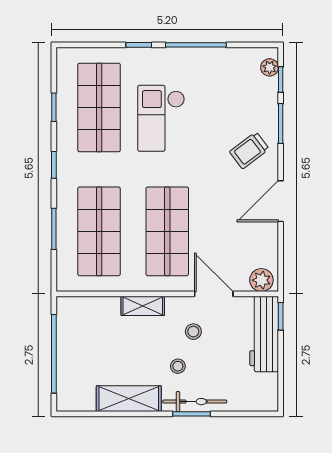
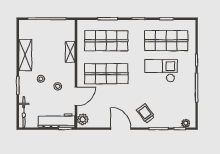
shelving: (143, 306) -> (70, 52), moved
bicycle: (195, 402) -> (24, 112), moved

